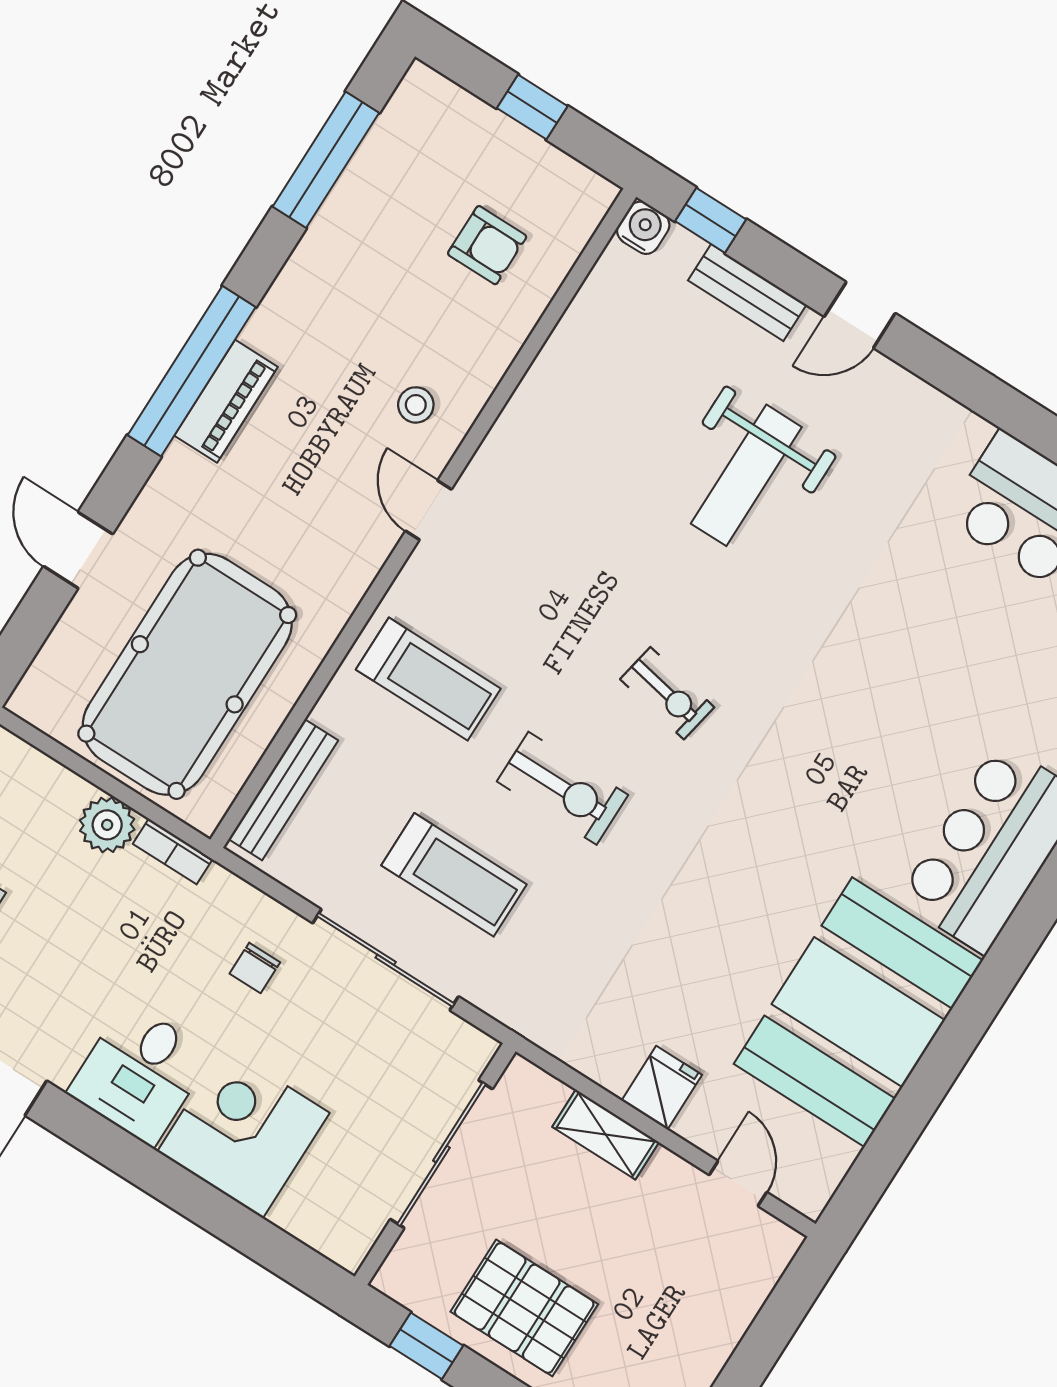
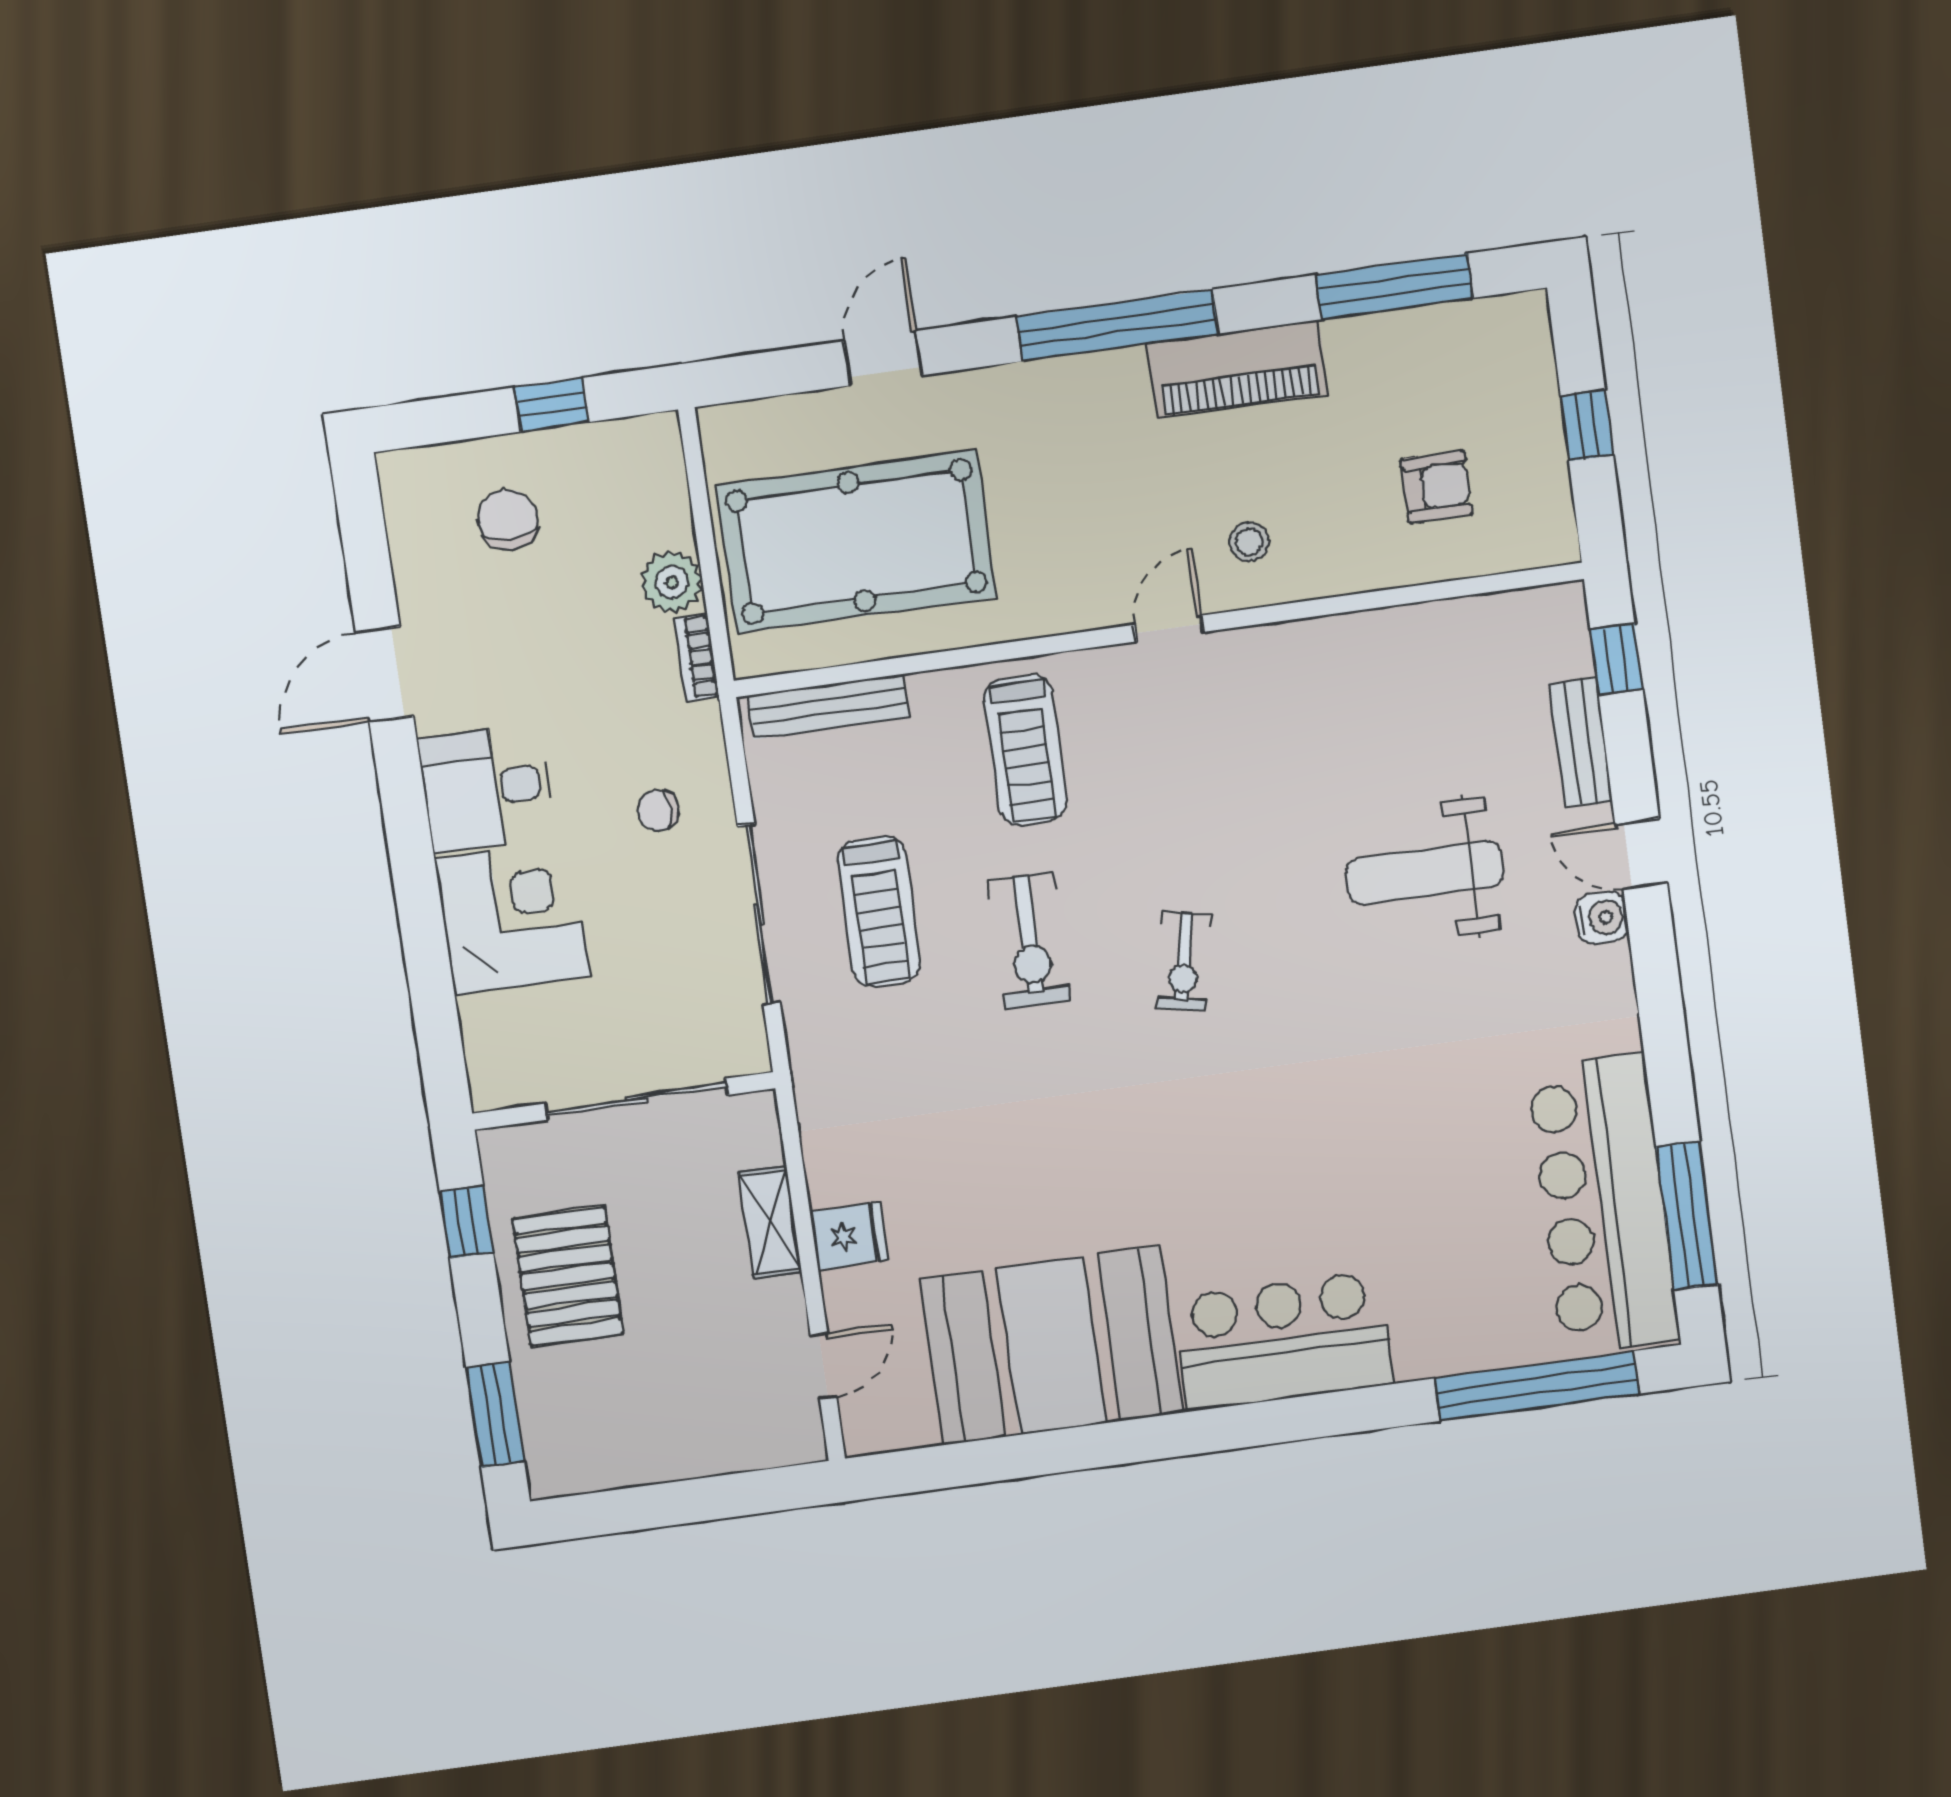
water cooler: (643, 228) -> (1602, 918), moved
armchair: (487, 245) -> (1436, 487), turned -90
piano: (226, 401) -> (1238, 369), moved, width x1.37, depth x1.33

